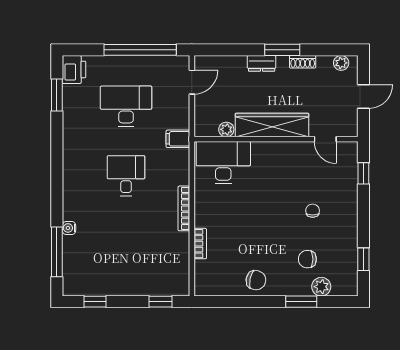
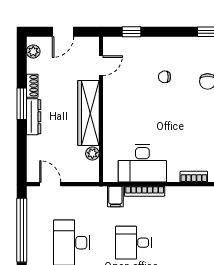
dresser: (262, 63) -> (34, 117), width x1.44
door: (363, 96) -> (63, 32), swing flipped
filing cabinet: (178, 139) -> (115, 196), moved
desk: (223, 163) -> (142, 163), moved, turned -90
bookcase: (184, 208) -> (145, 191), moved

